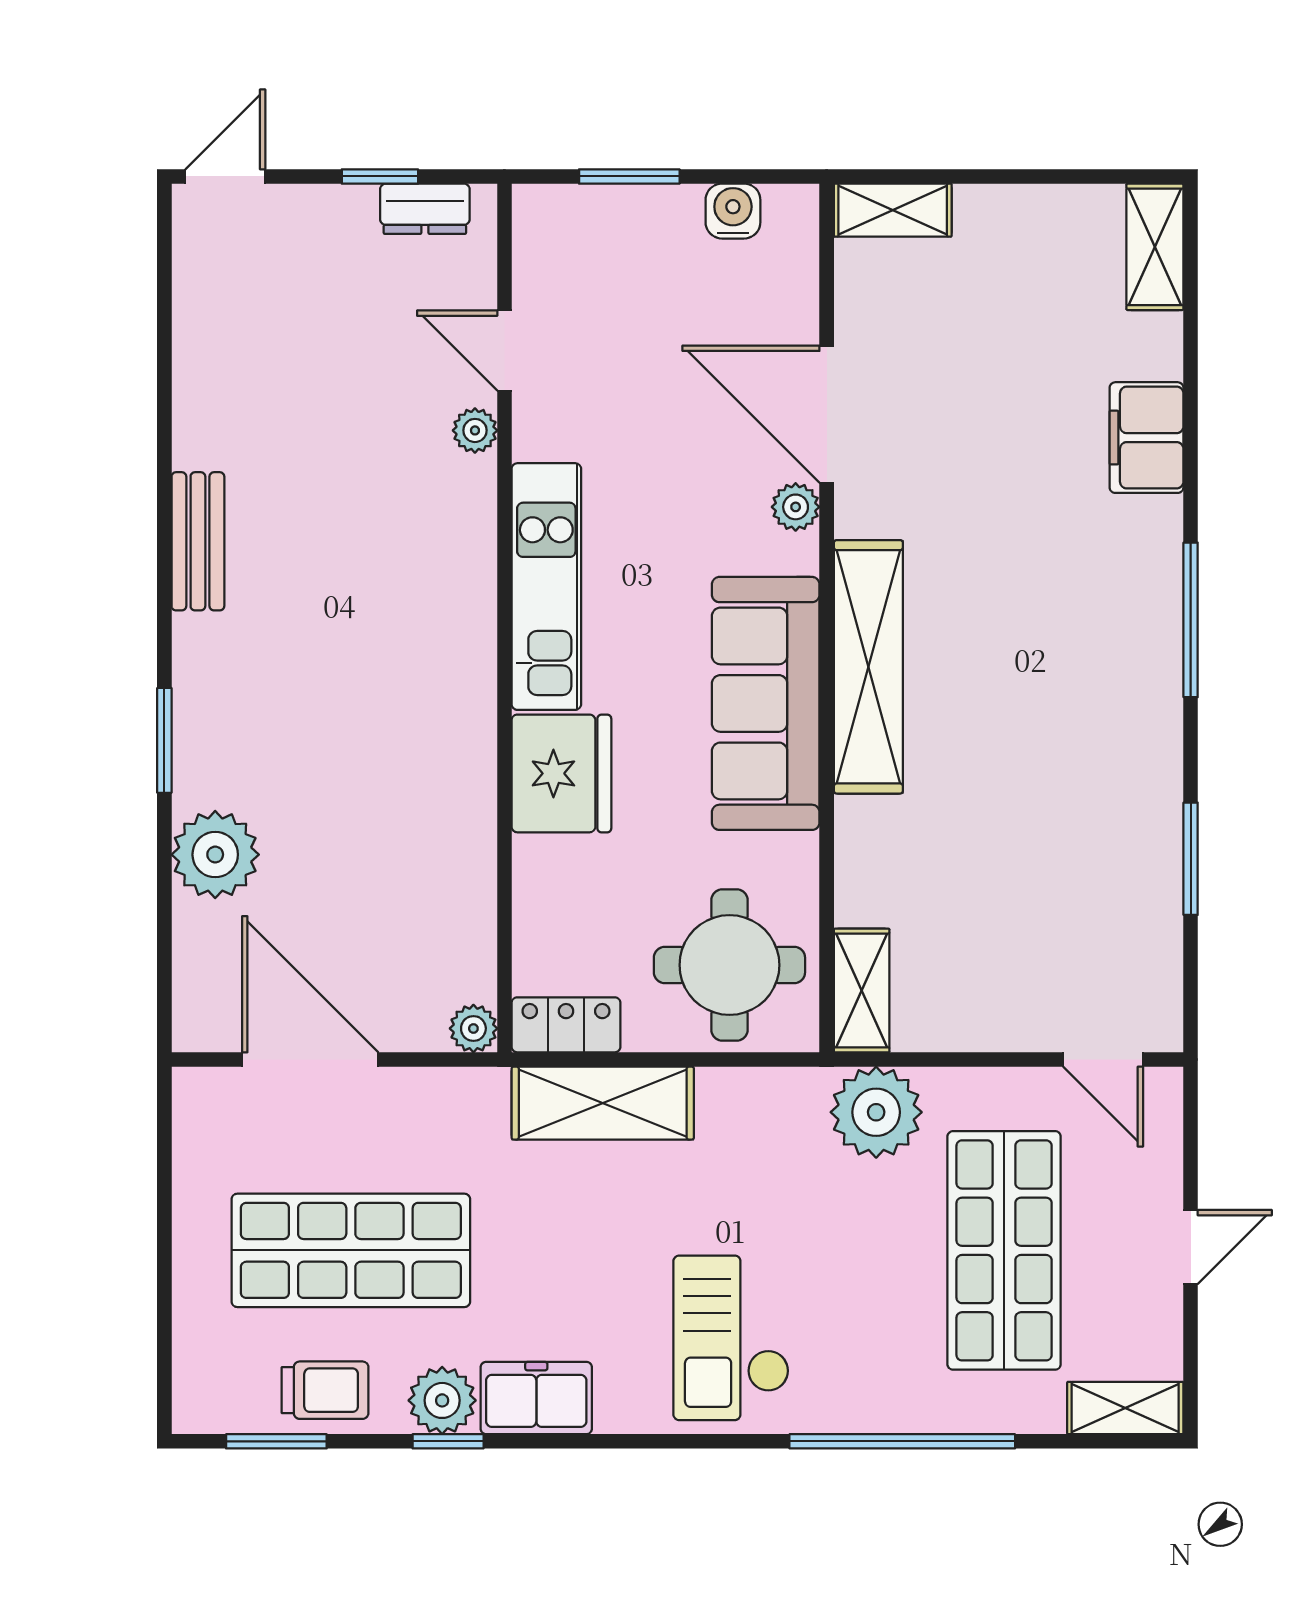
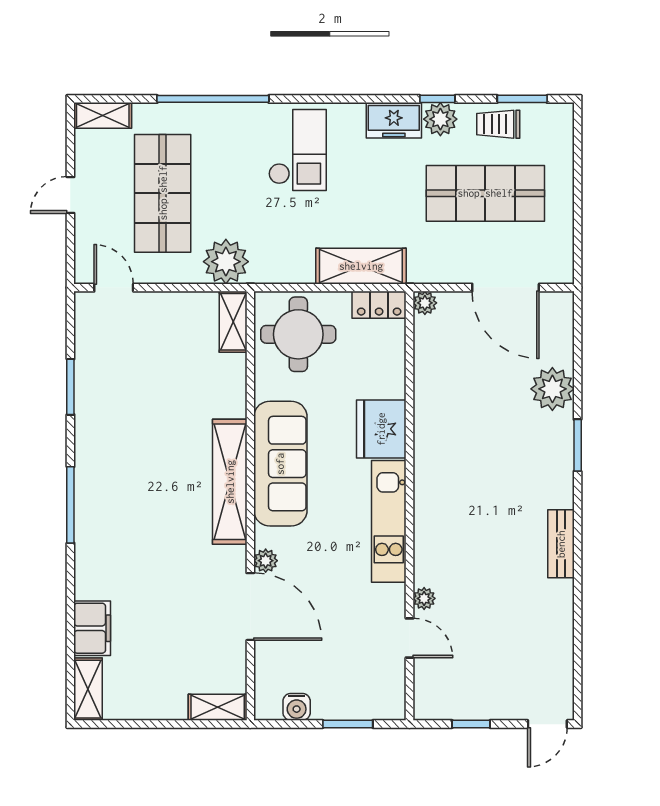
dresser: (425, 209) -> (449, 708), removed
filing cabinet: (1146, 438) -> (92, 628), moved

